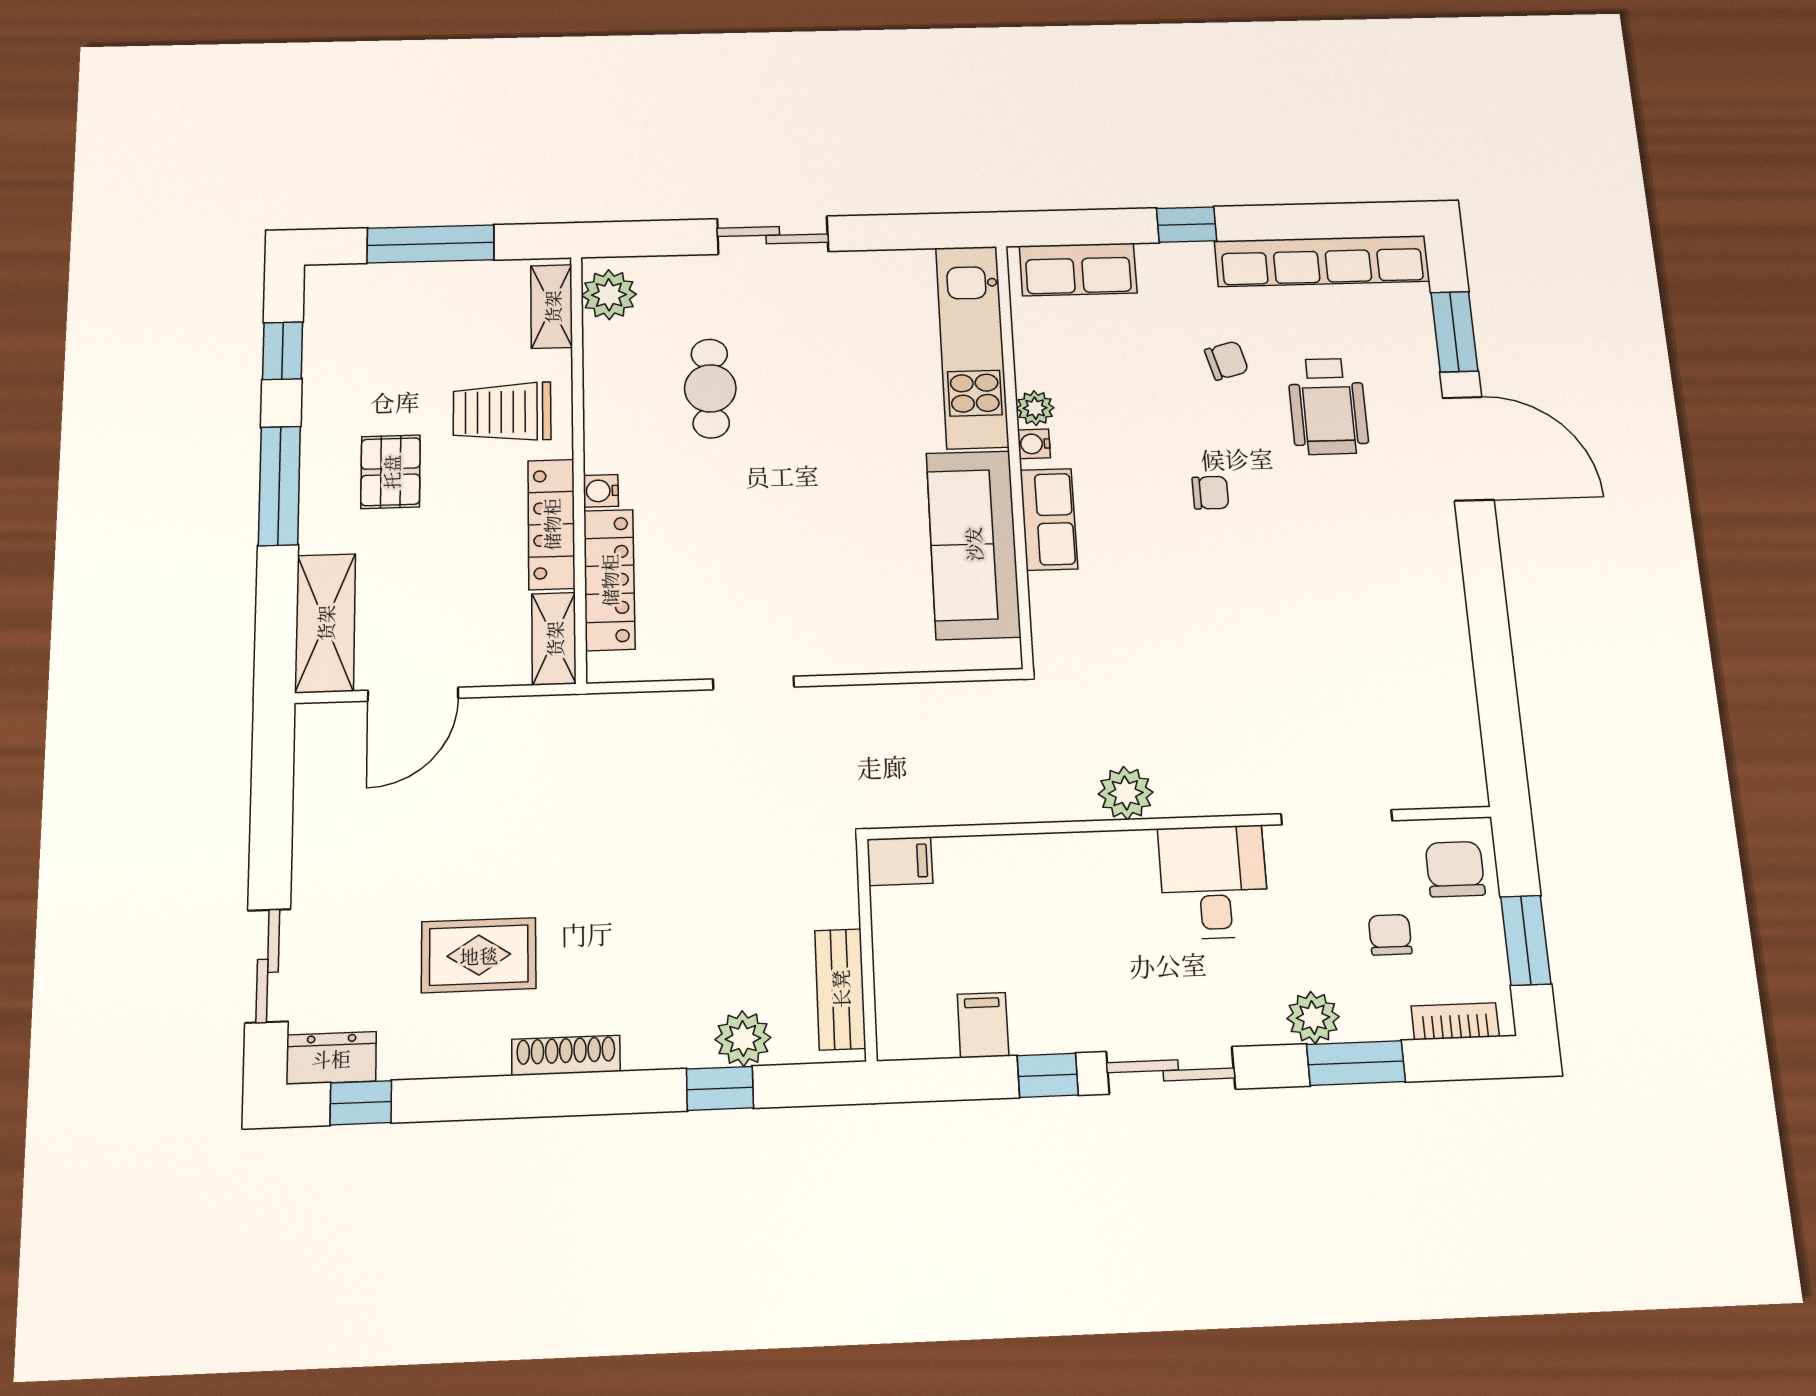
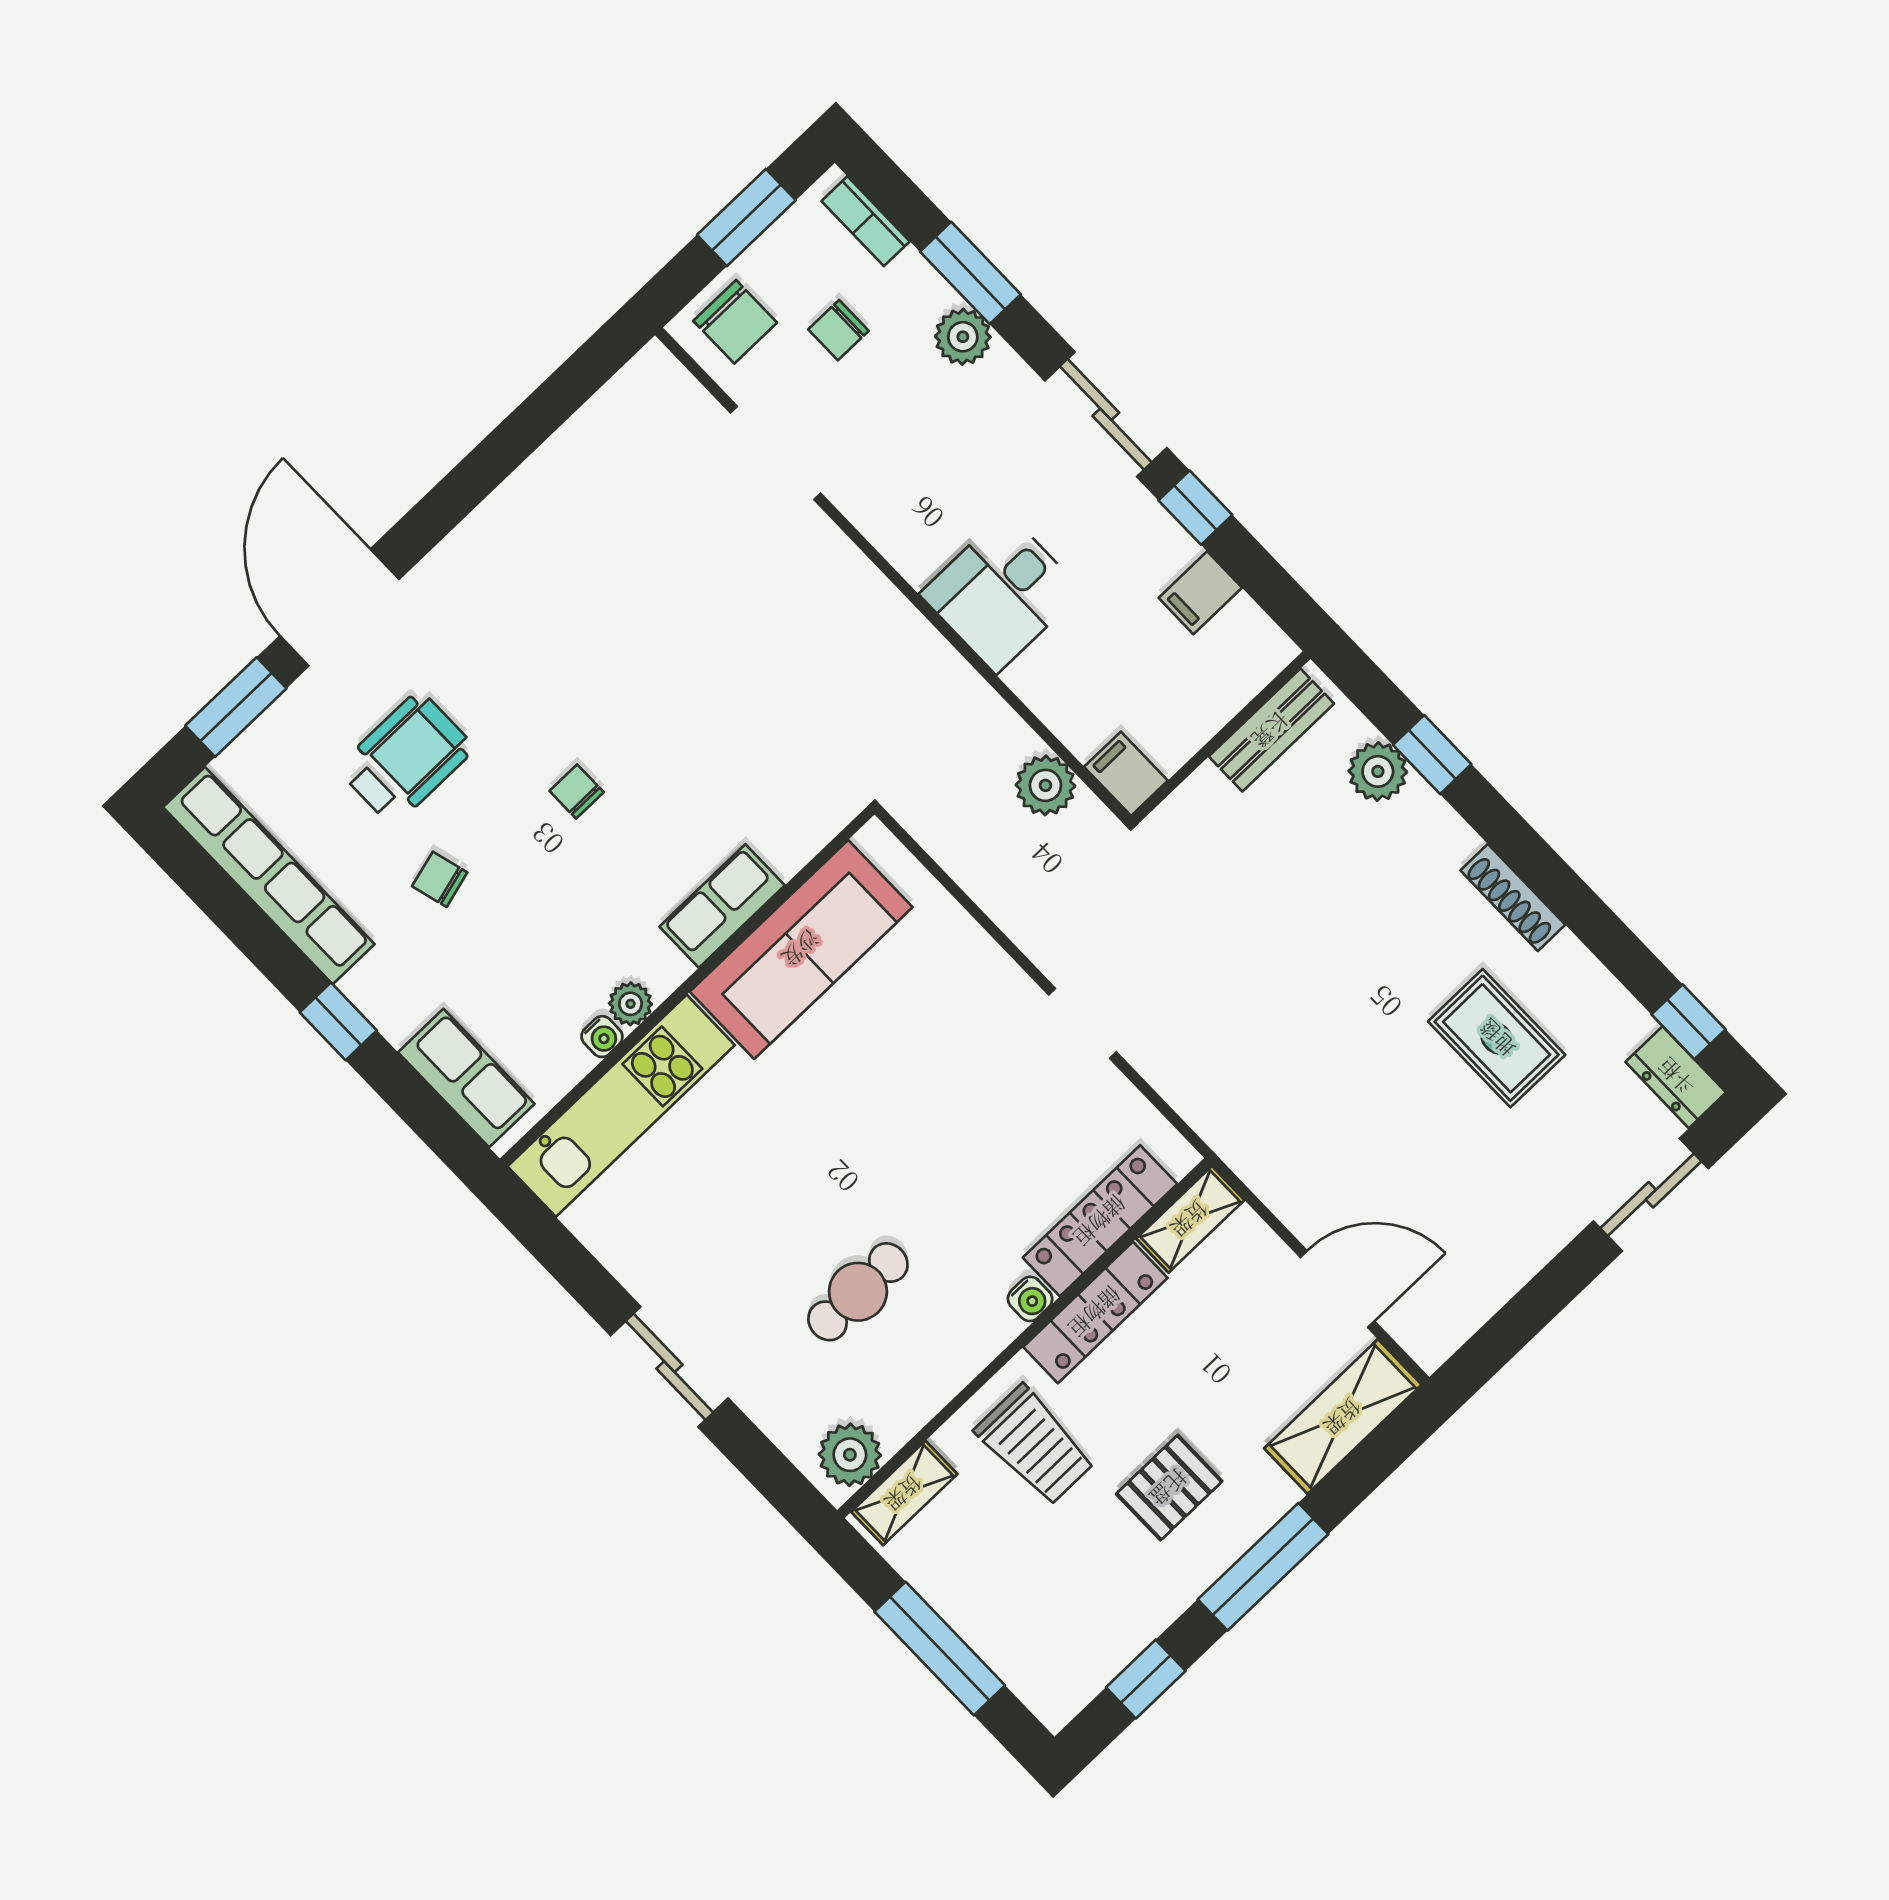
water cooler: (1034, 444) -> (602, 1037), moved
plant: (1126, 793) -> (1045, 785), moved
chair: (1455, 869) -> (735, 322), turned -90
desk: (1214, 882) -> (1001, 593), moved

